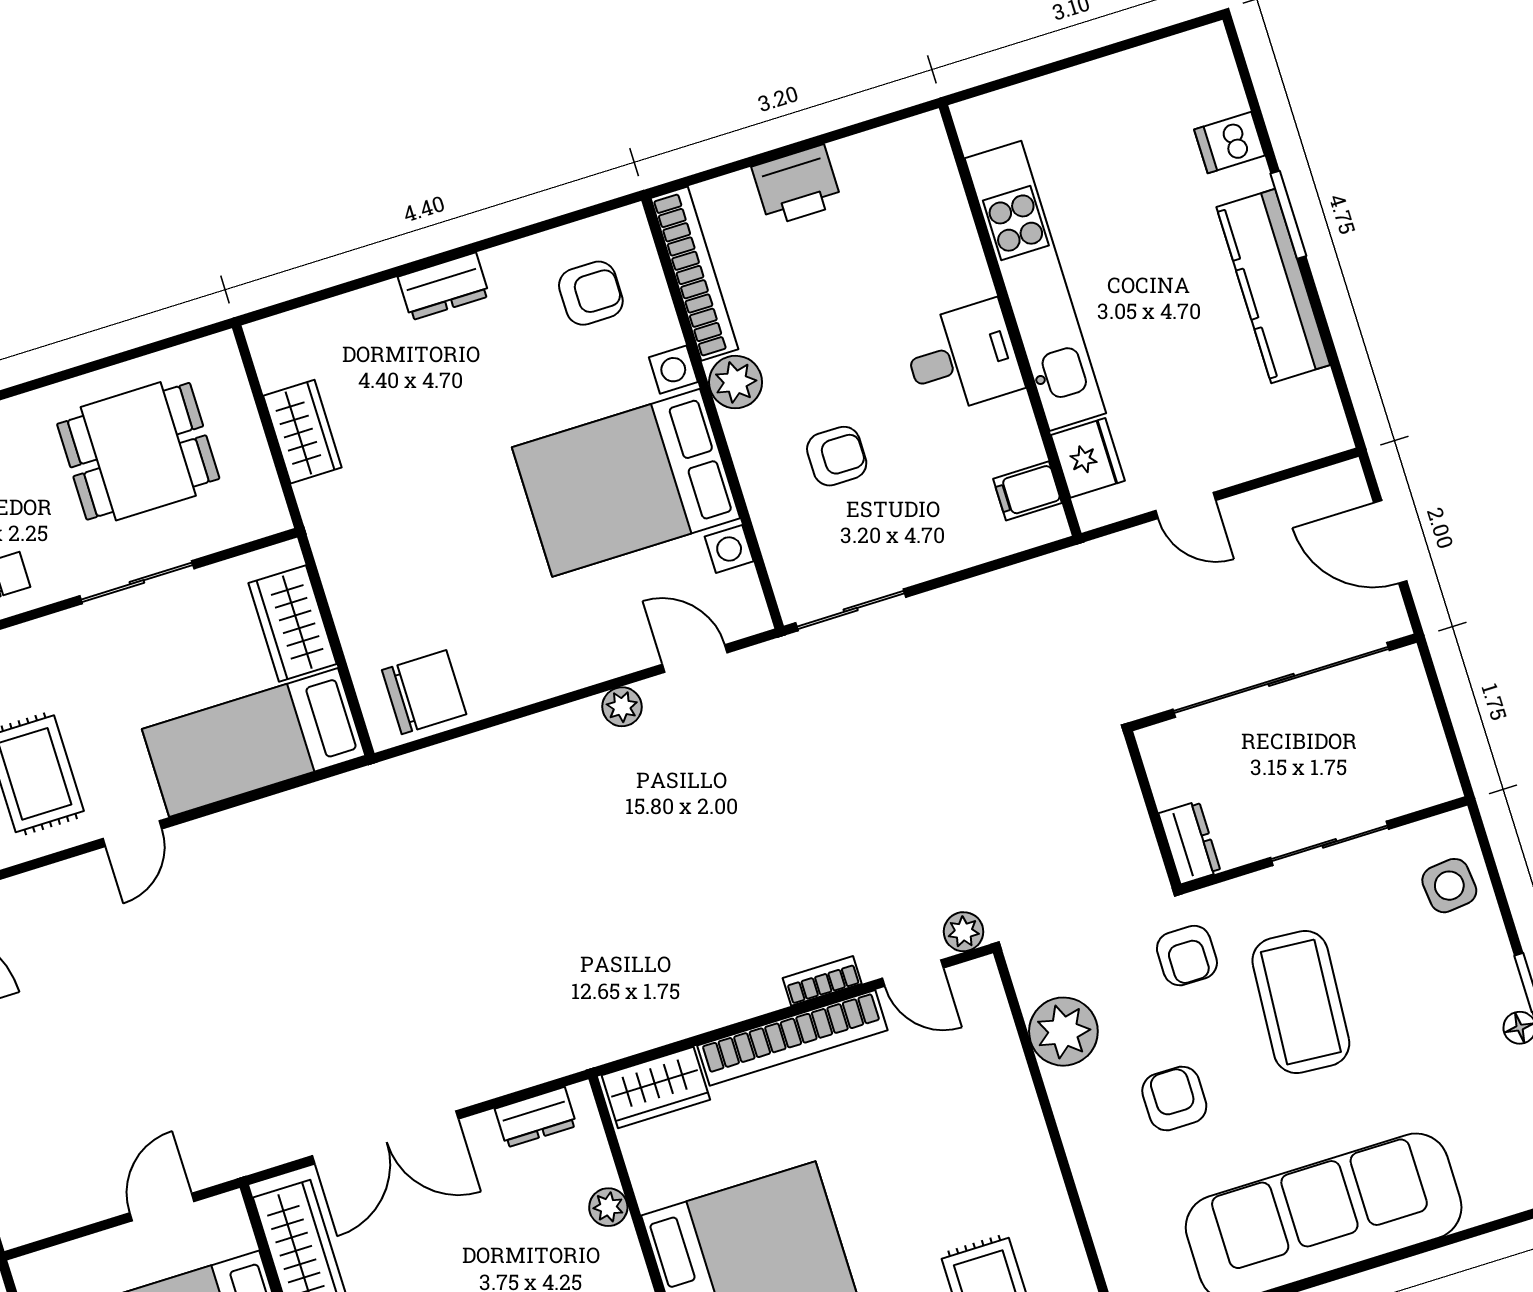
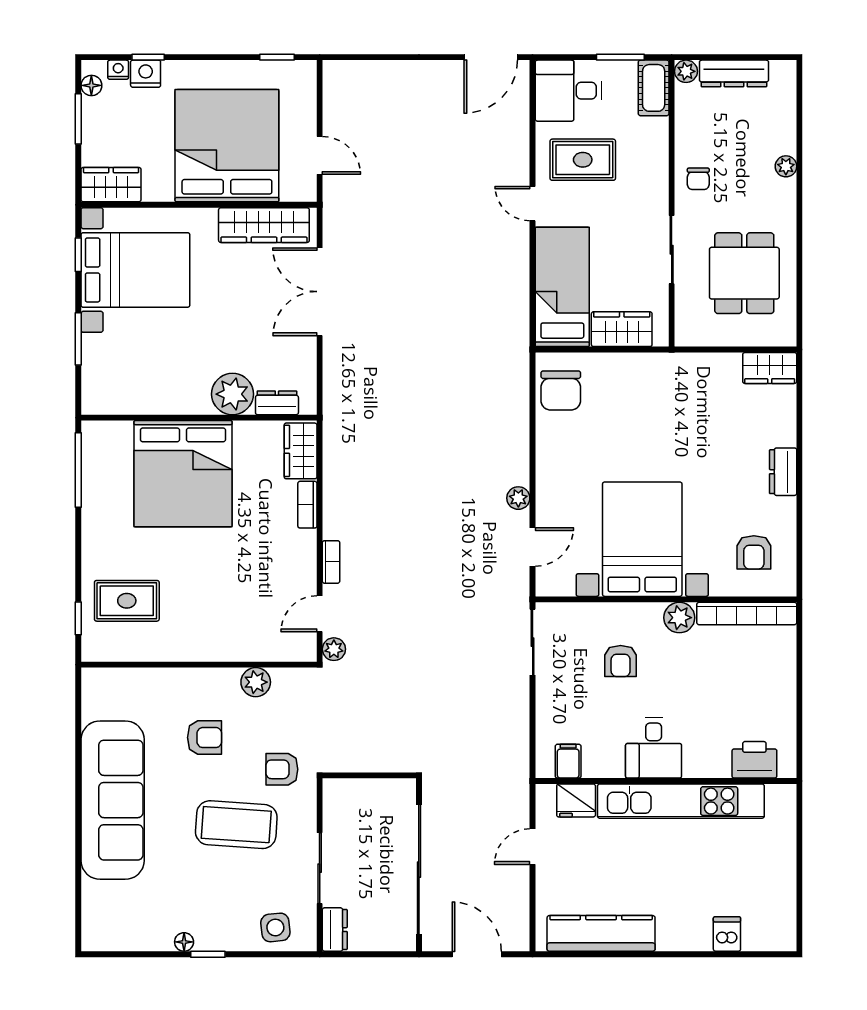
printer: (797, 185) -> (754, 760), moved, turned 90
window: (1288, 215) -> (677, 954), removed
kitchen counter: (1273, 286) -> (601, 933), moved
wardrobe: (302, 432) -> (770, 368), moved
door: (1390, 542) -> (477, 954), hinge flipped
dresser: (1190, 843) -> (335, 930), moved, turned -90
plant: (1063, 1032) -> (256, 682), width x0.73, depth x0.73
bookcase: (792, 1038) -> (307, 505), width x0.43, depth x0.76
dresser: (536, 1117) -> (277, 403), moved, turned 90
plant: (608, 1207) -> (232, 394), width x1.88, depth x1.88

